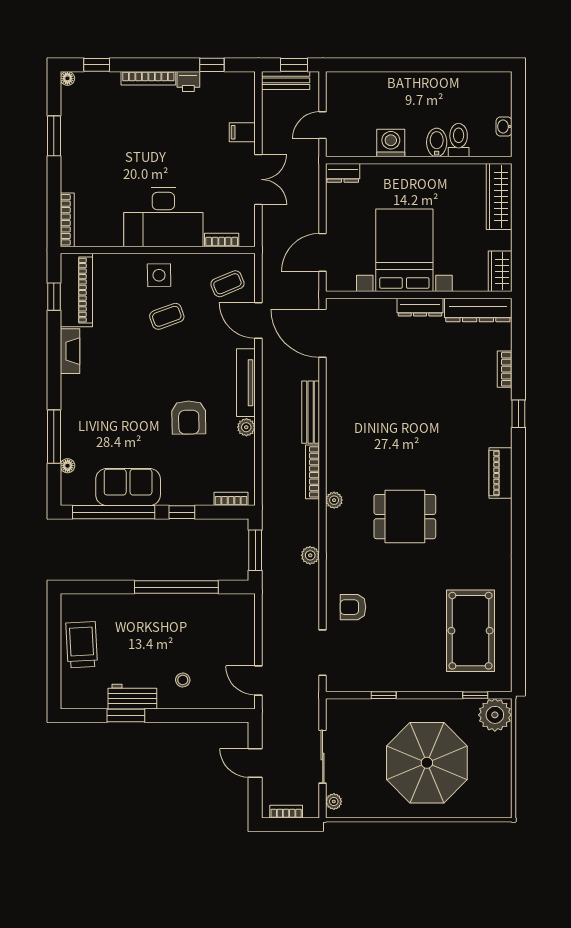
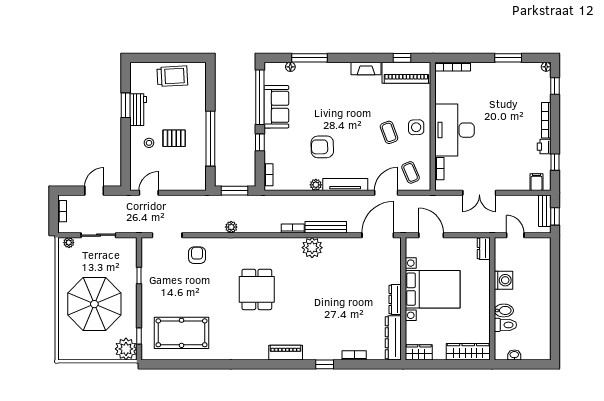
filing cabinet: (242, 132) -> (536, 182), moved
bookcase: (312, 472) -> (293, 228), width x0.64
plant: (334, 500) -> (312, 248), moved, width x1.87, depth x1.87
pallet: (176, 642) -> (174, 138), added

